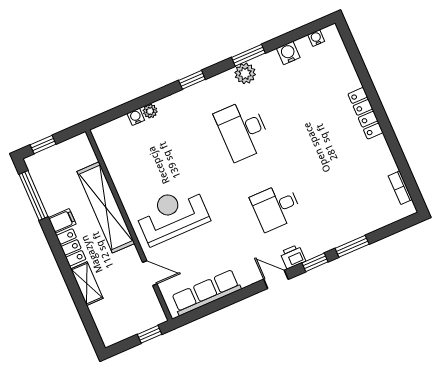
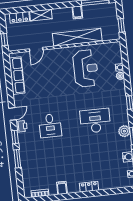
locker: (365, 113) -> (89, 187), width x0.66
window: (43, 145) -> (121, 25), moved
filing cabinet: (379, 152) -> (62, 188), added
desk: (276, 207) -> (50, 126), turned 180
reception desk: (172, 215) -> (86, 68), moved
locker: (71, 247) -> (20, 17), moved

